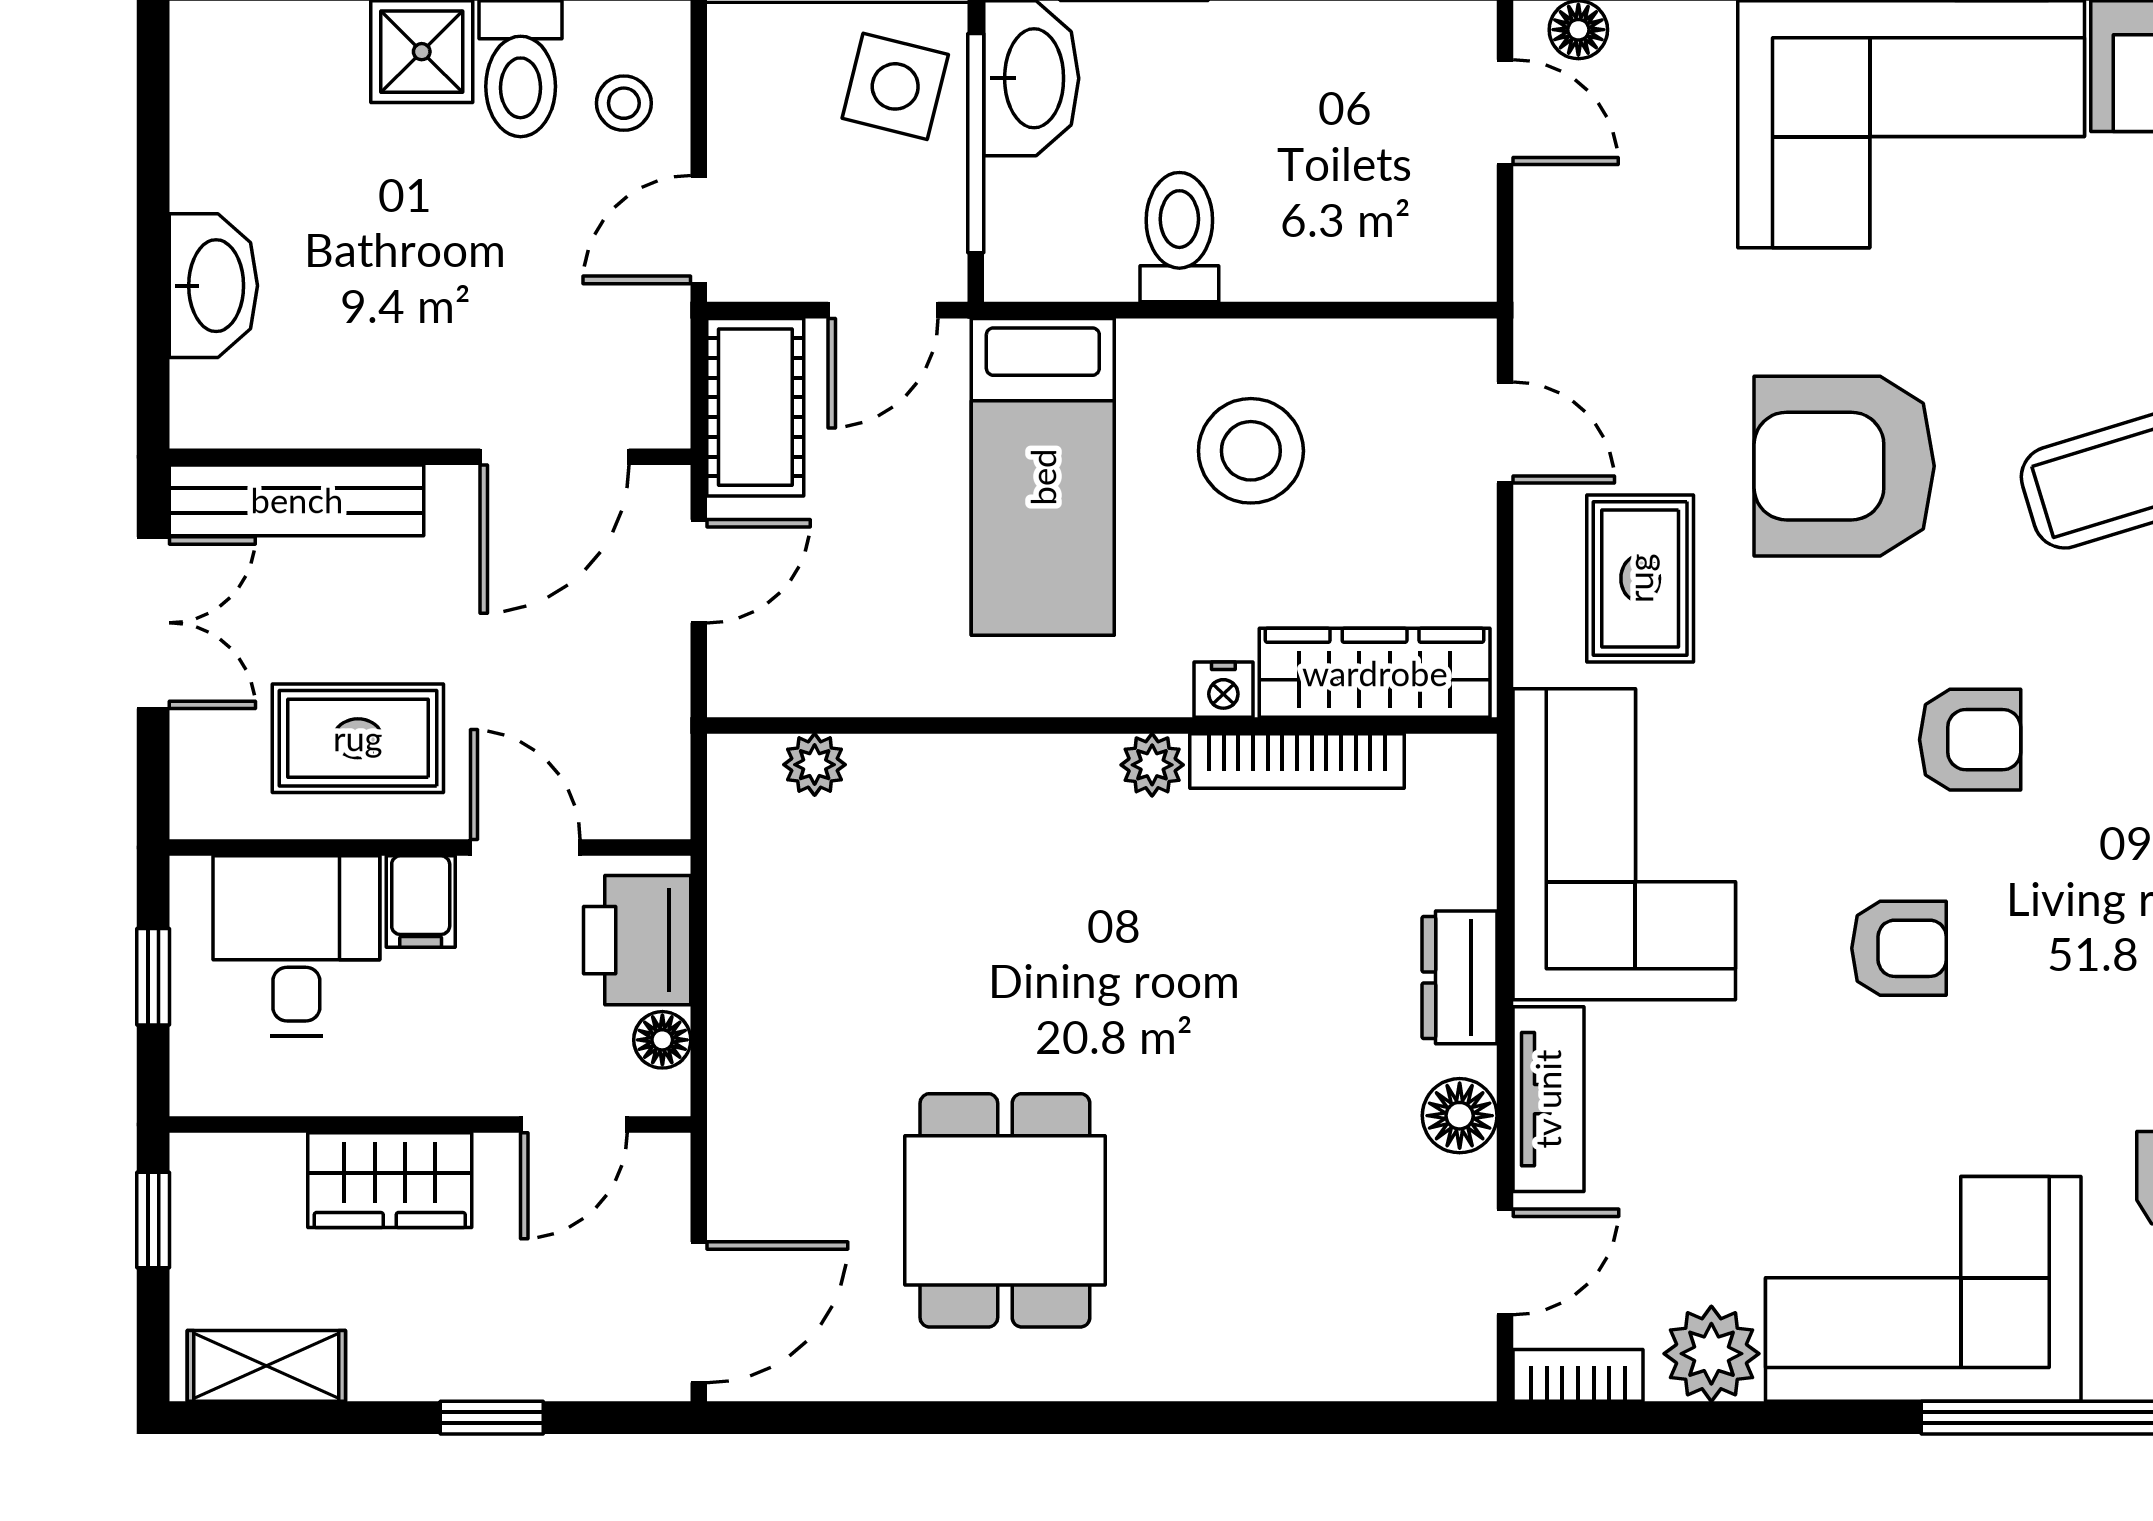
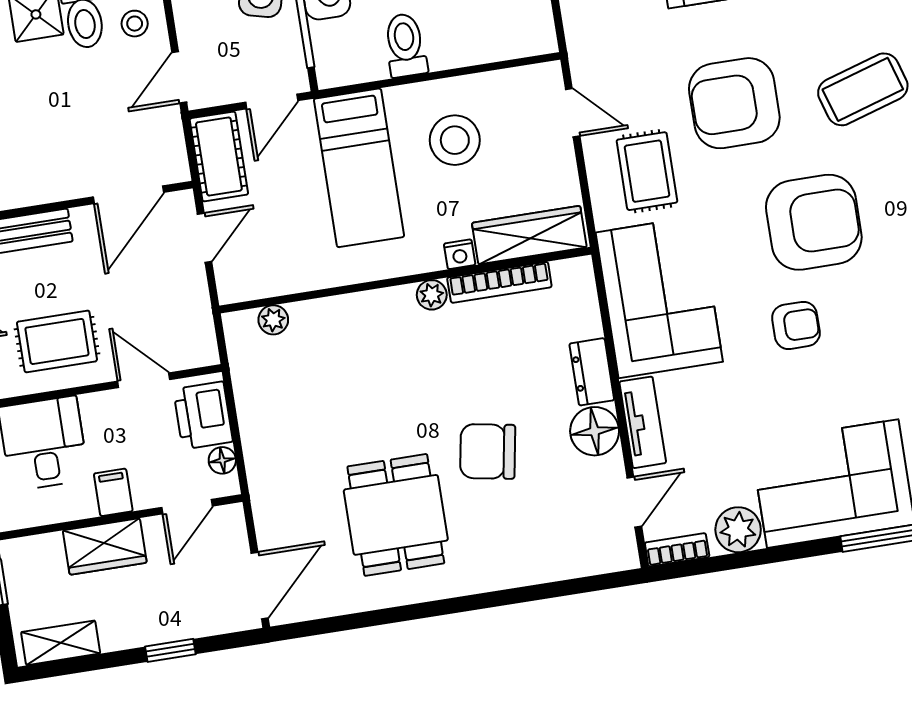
armchair: (1970, 740) -> (814, 222), width x1.88, depth x1.88
filing cabinet: (421, 902) -> (113, 492), moved, turned 180
chair: (1217, 1109) -> (488, 451), added
floor lamp: (1460, 1116) -> (595, 431), width x1.38, depth x1.38

